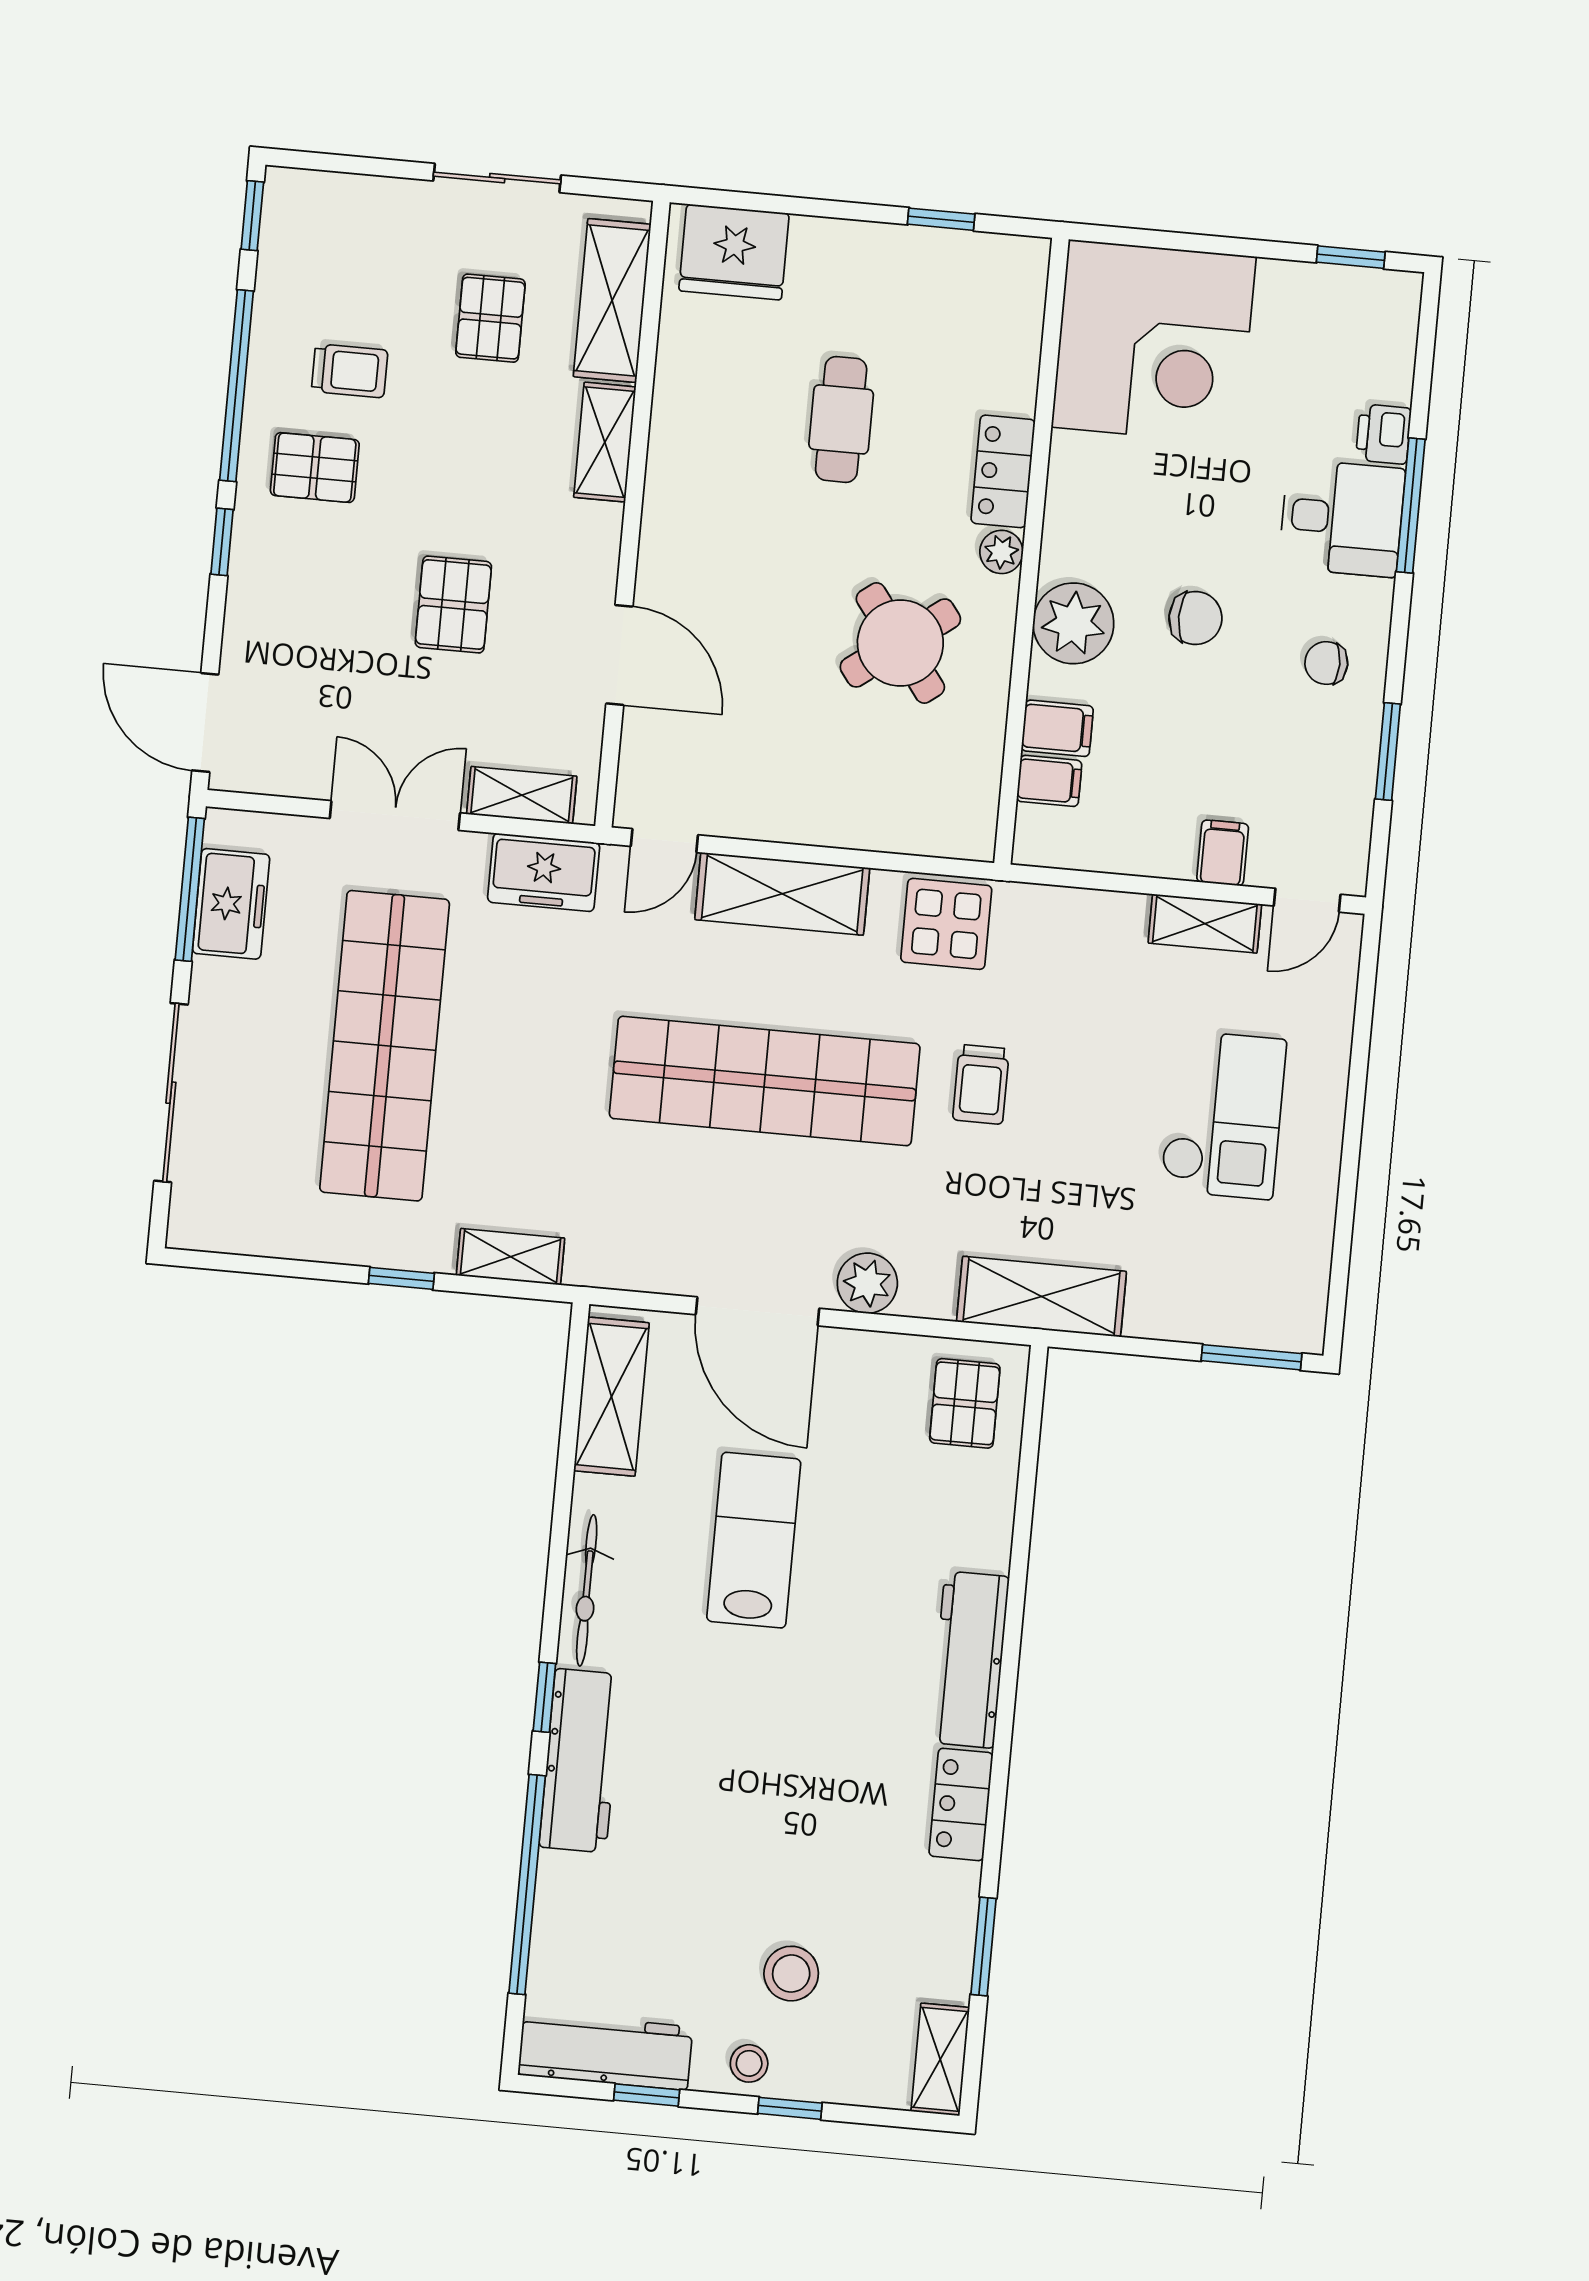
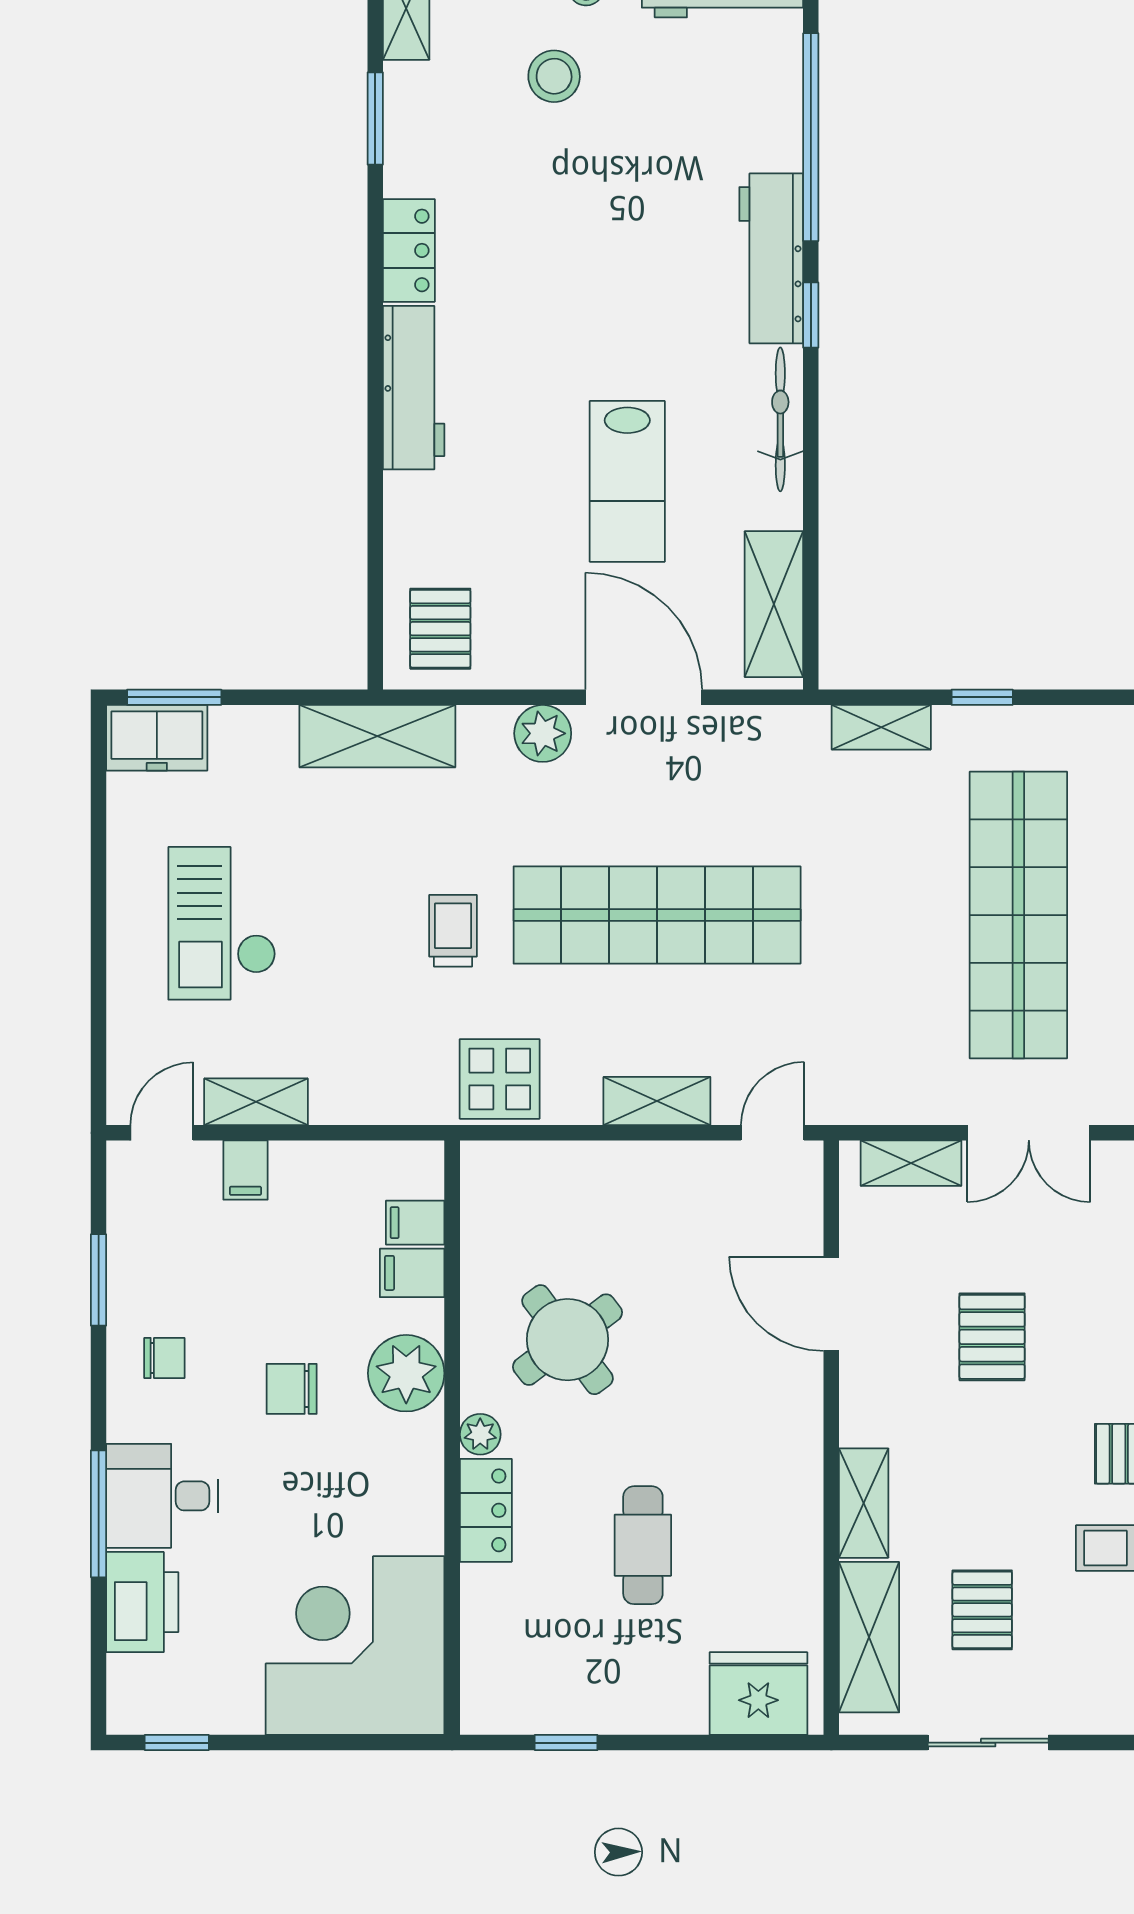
printer: (1383, 434) -> (142, 1602), width x1.87, depth x1.48
freezer: (544, 872) -> (157, 738), moved, turned 180
shelving: (782, 894) -> (657, 1101), width x0.67, depth x0.75

